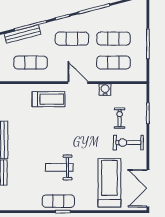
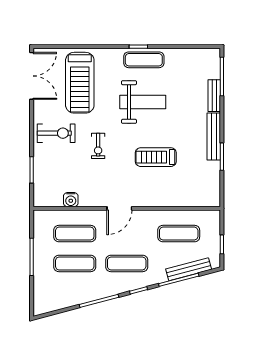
door: (78, 83) -> (119, 208), hinge flipped
water cooler: (105, 90) -> (71, 200), moved
treadmill: (49, 99) -> (156, 157), moved
exercise bike: (120, 118) -> (98, 146), moved
weight bench: (59, 167) -> (143, 102), width x1.36, depth x1.33

